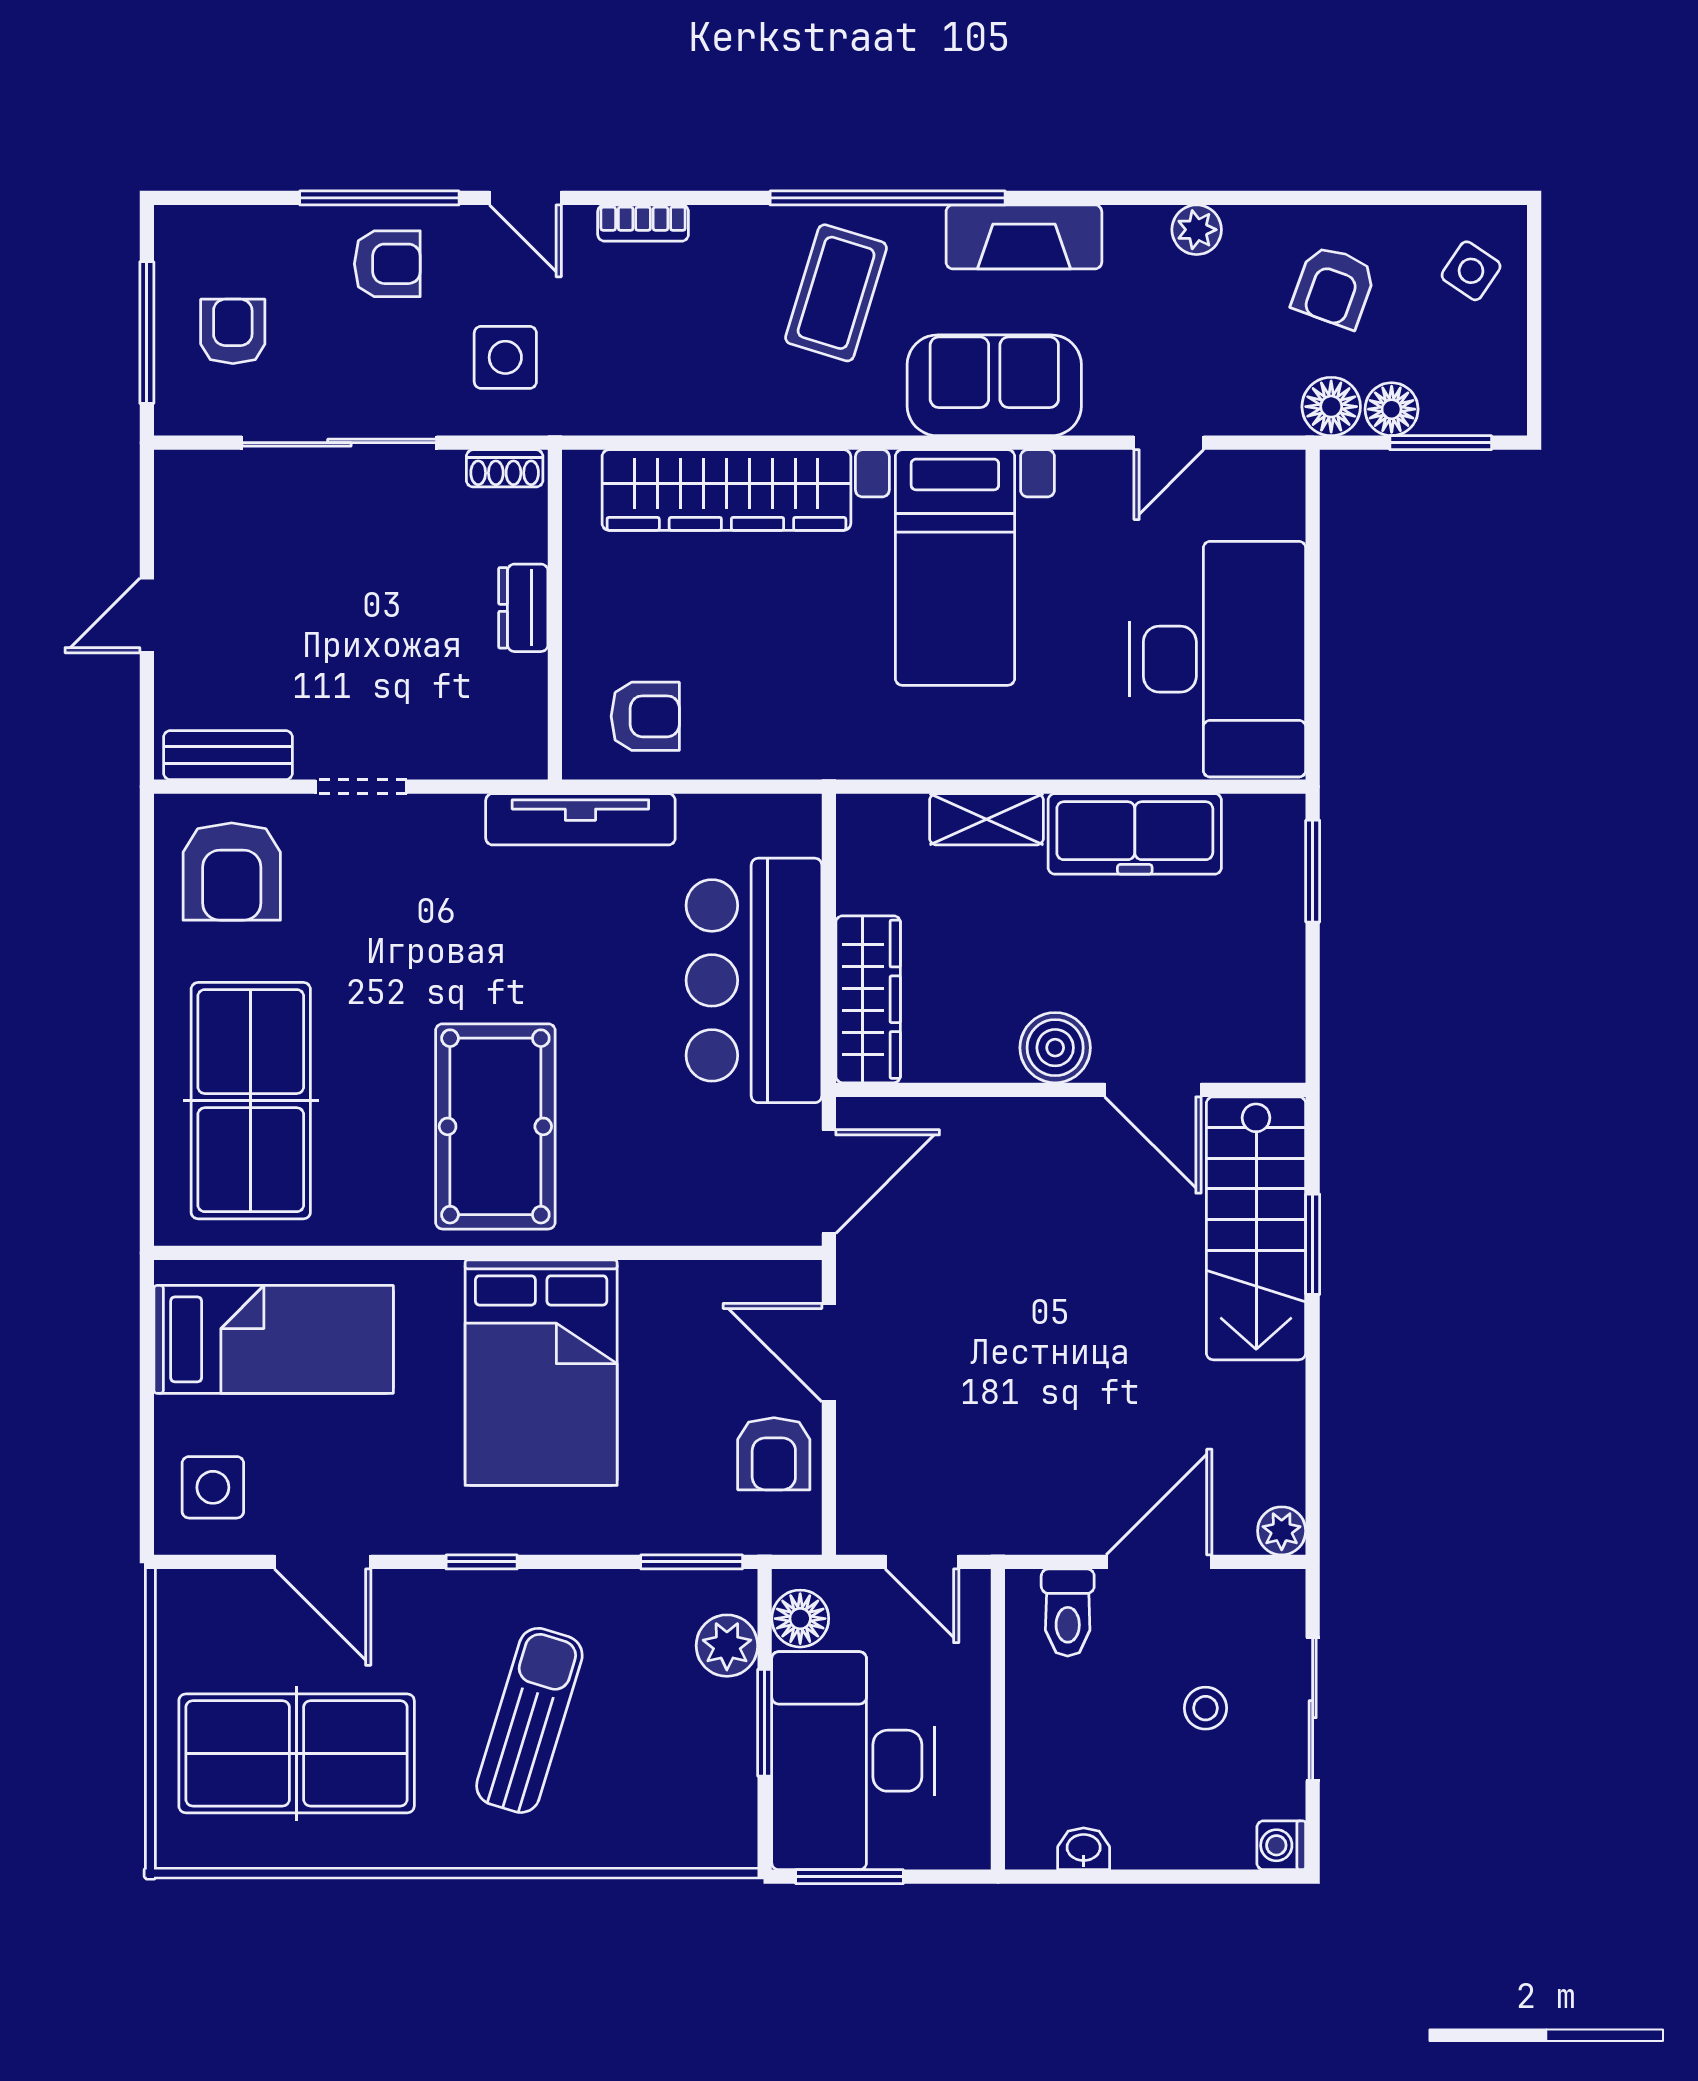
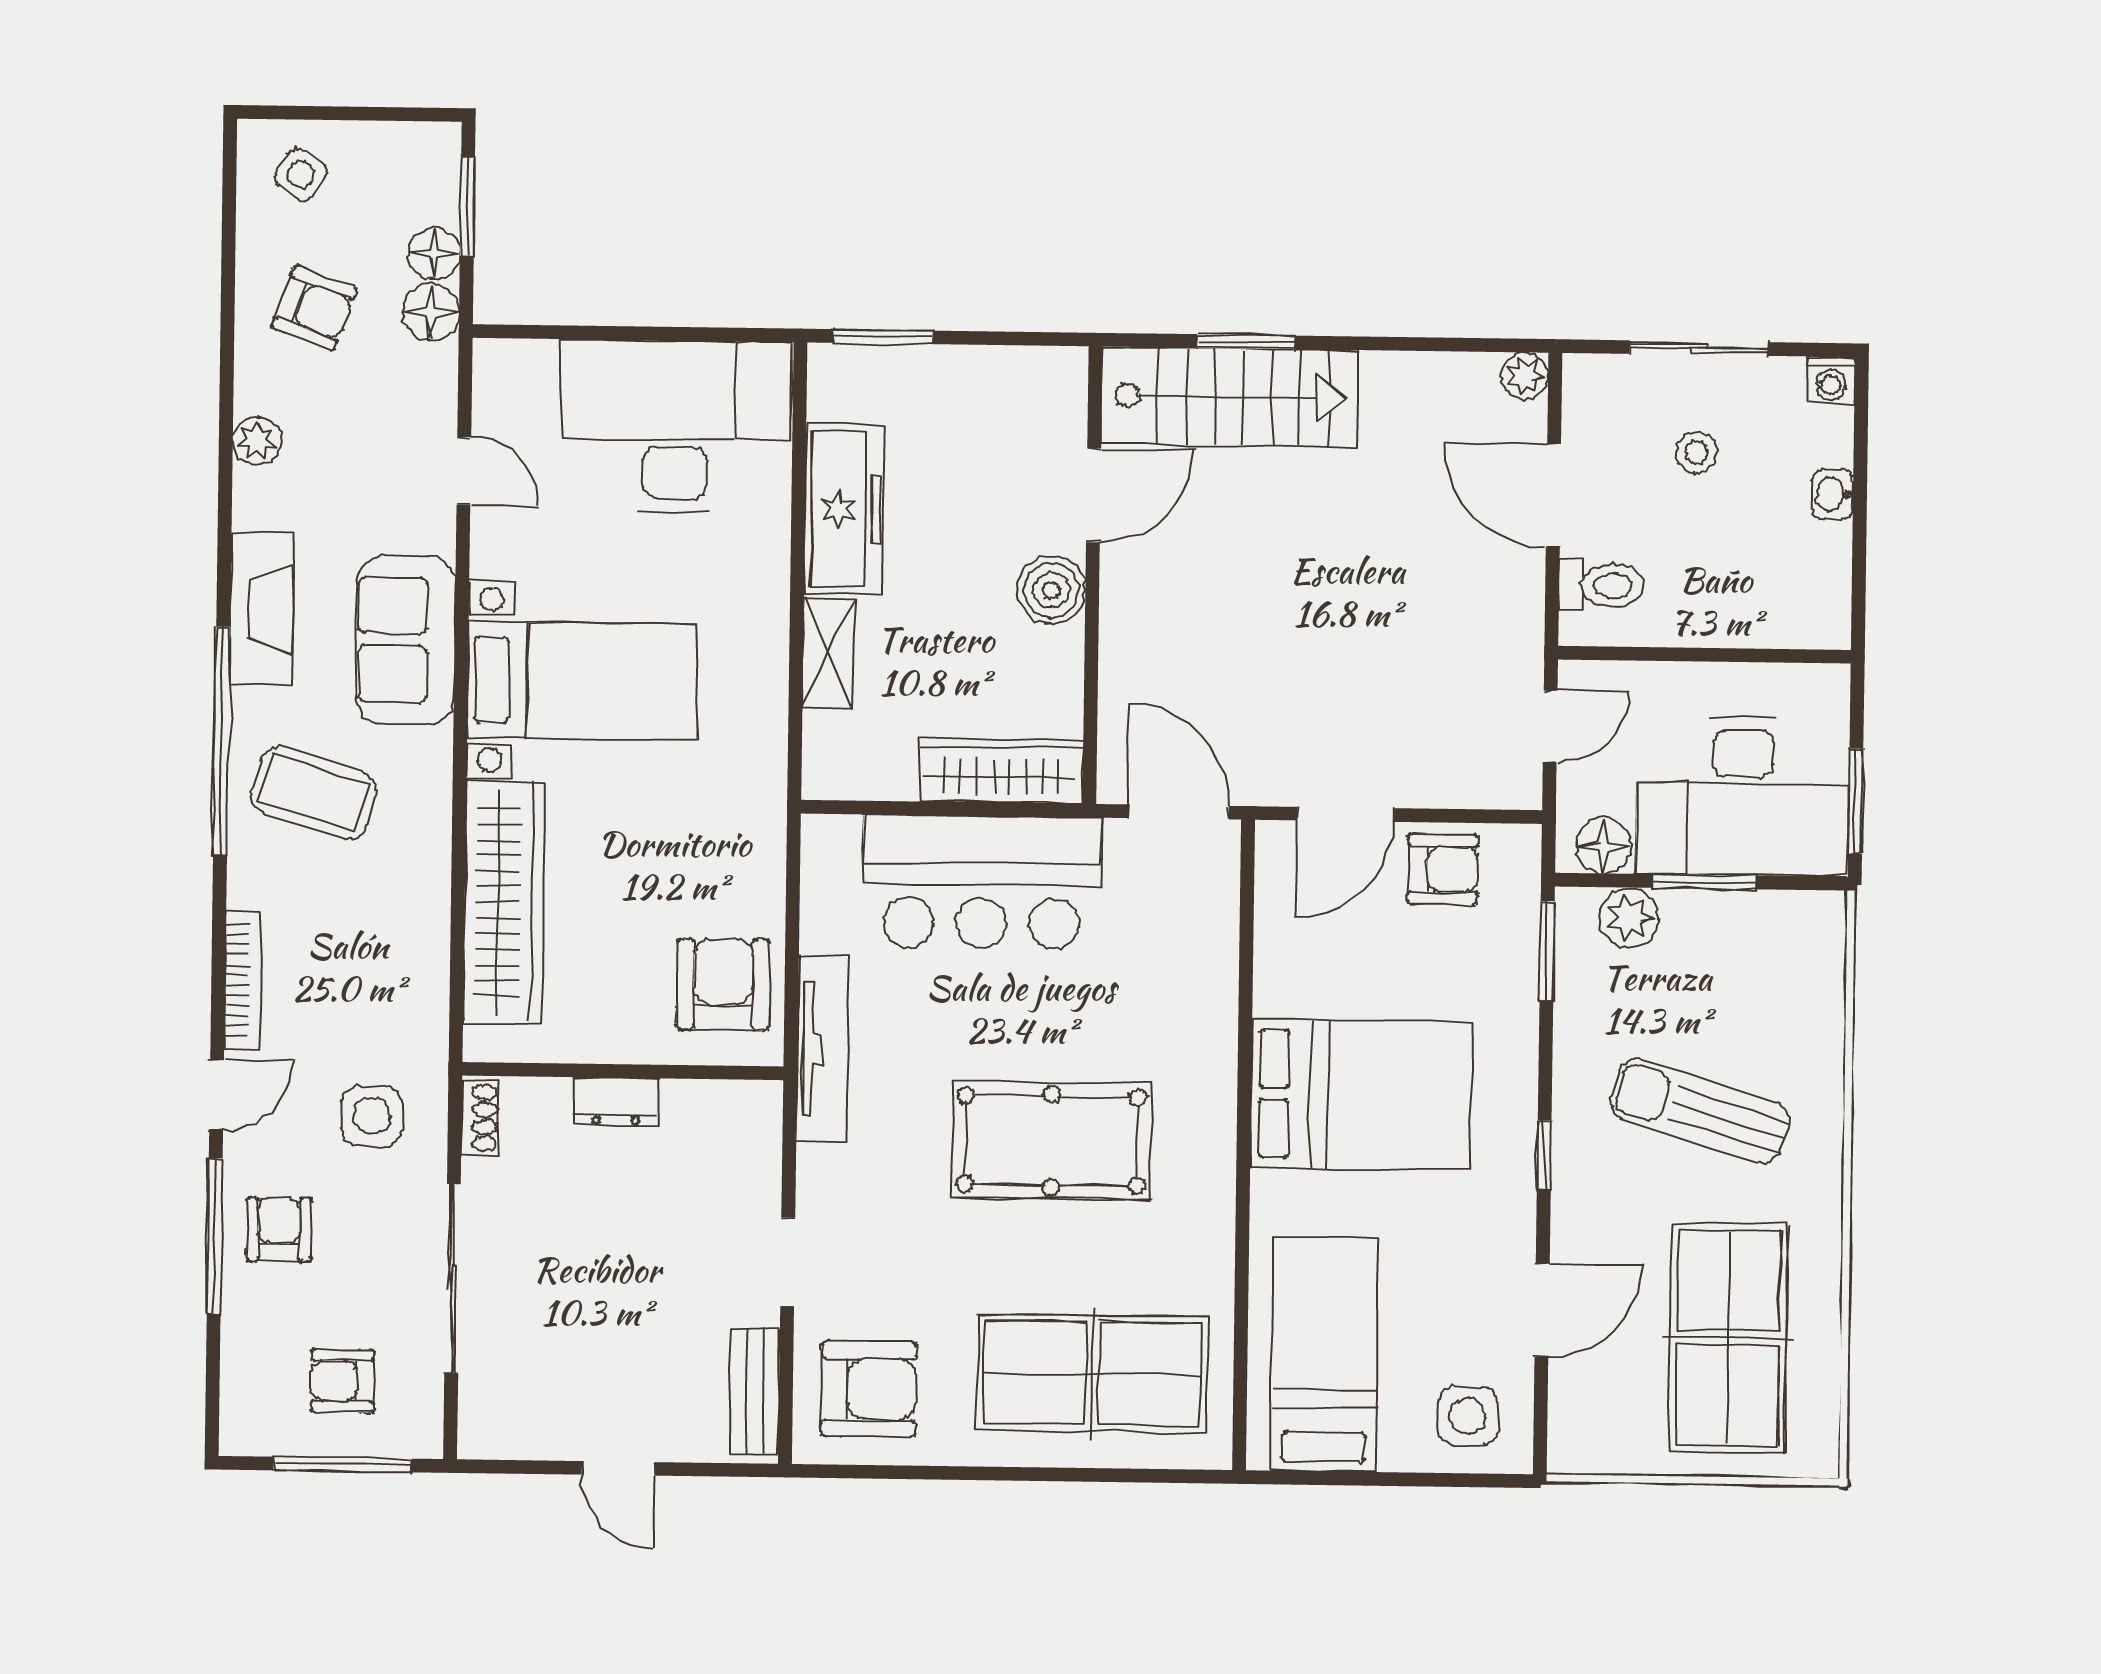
bookcase: (643, 223) -> (243, 980), width x1.56
armchair: (645, 716) -> (723, 984), width x1.38, depth x1.38
pool table: (495, 1126) -> (1051, 1141), moved
washbasin: (1084, 1849) -> (1833, 495), moved

